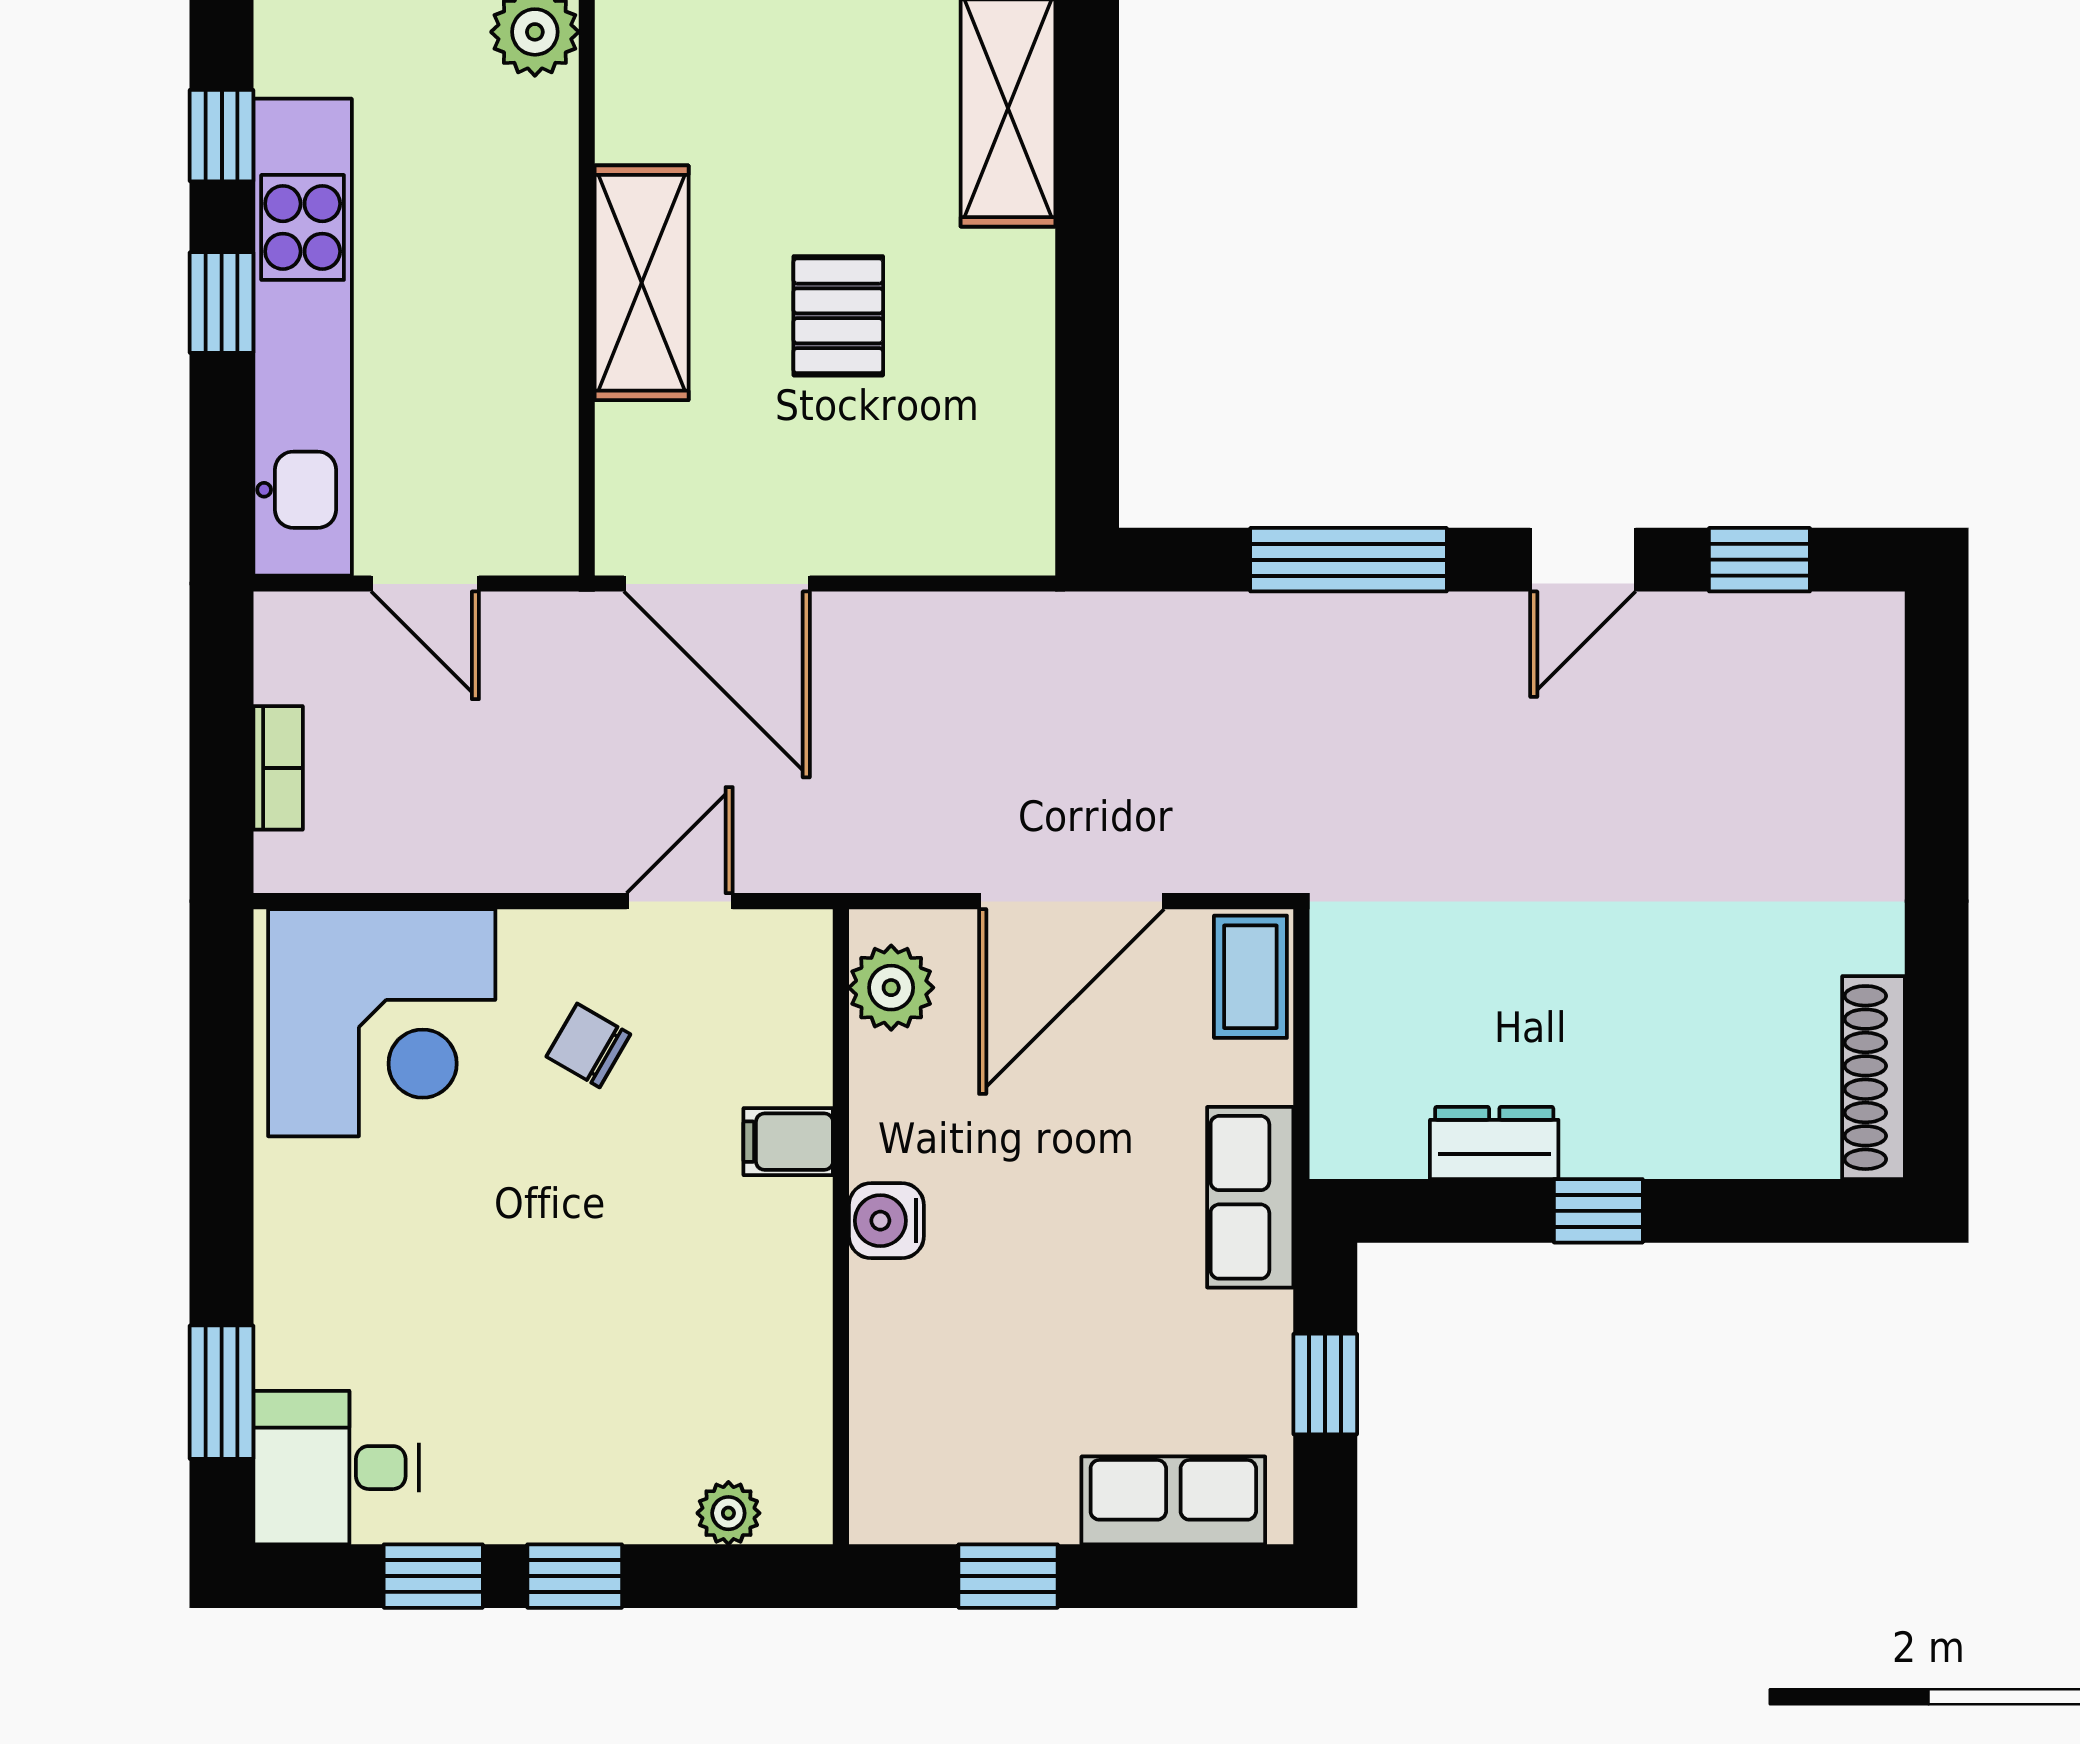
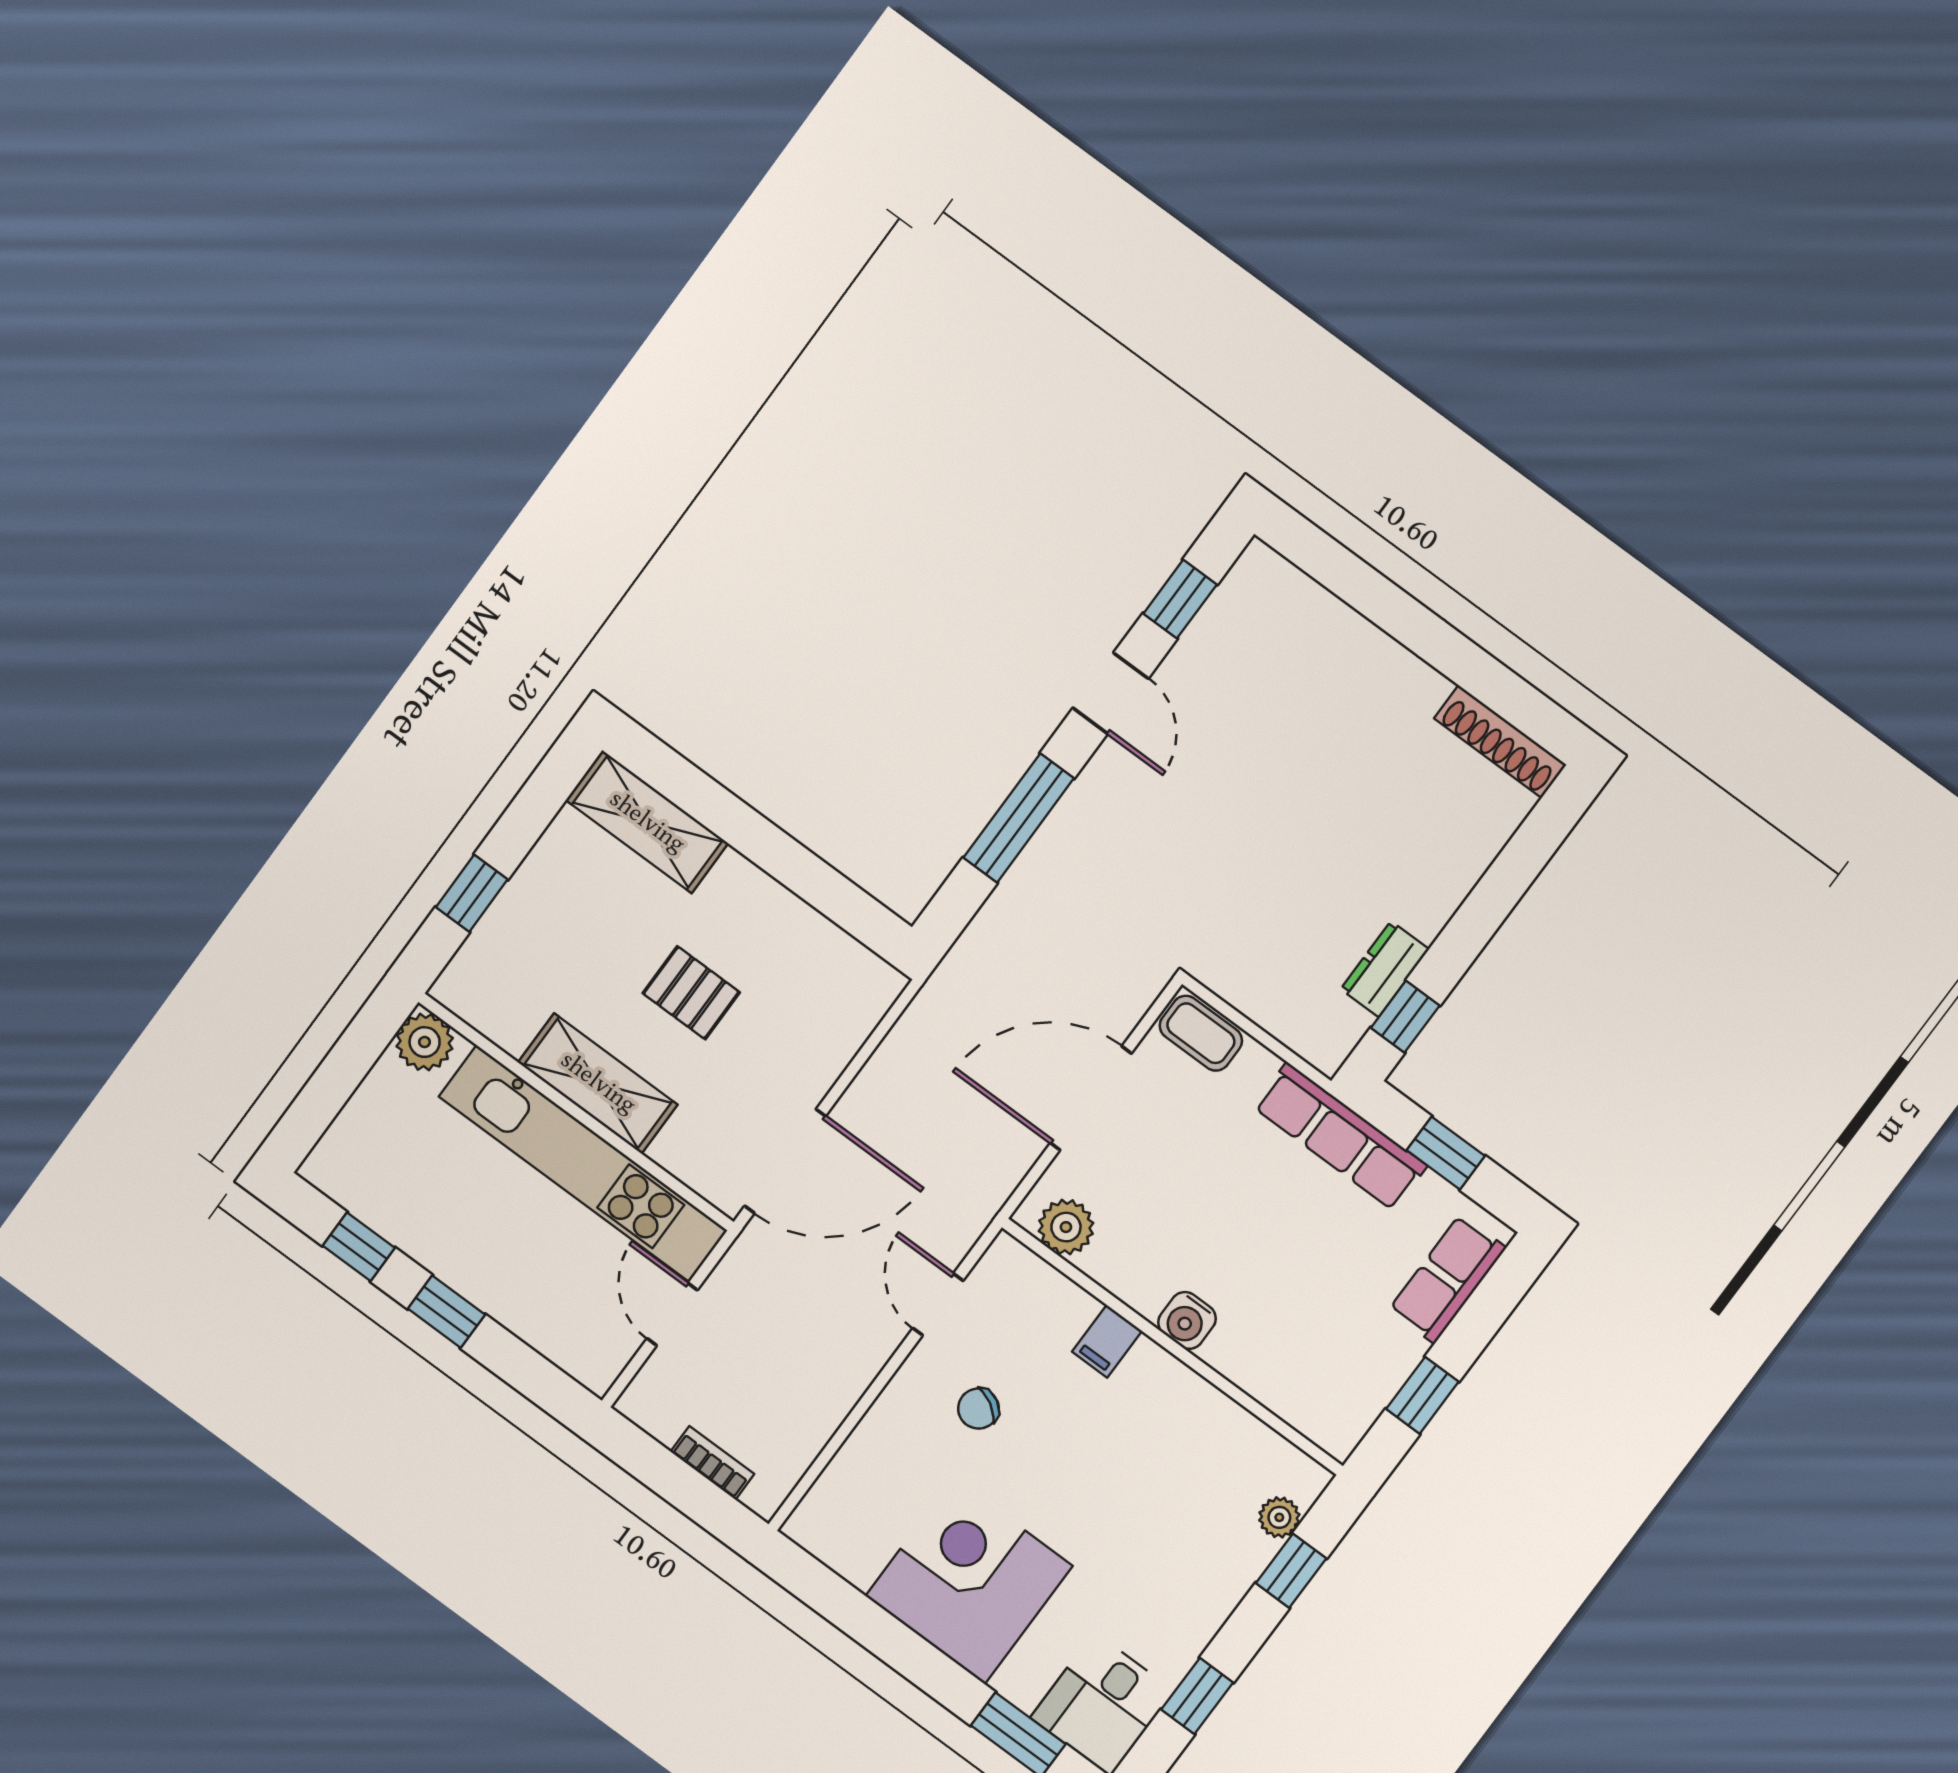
kitchen unit: (303, 337) -> (583, 1164), moved, turned 180
door: (425, 584) -> (672, 1314), swing flipped
door: (1072, 901) -> (1091, 1098), swing flipped
corner desk: (382, 1023) -> (969, 1581), moved, turned -90
row of seats: (1250, 1197) -> (1340, 1136), width x1.48
window: (1598, 1211) -> (1405, 1017), moved
window: (575, 1576) -> (1291, 1571), moved

